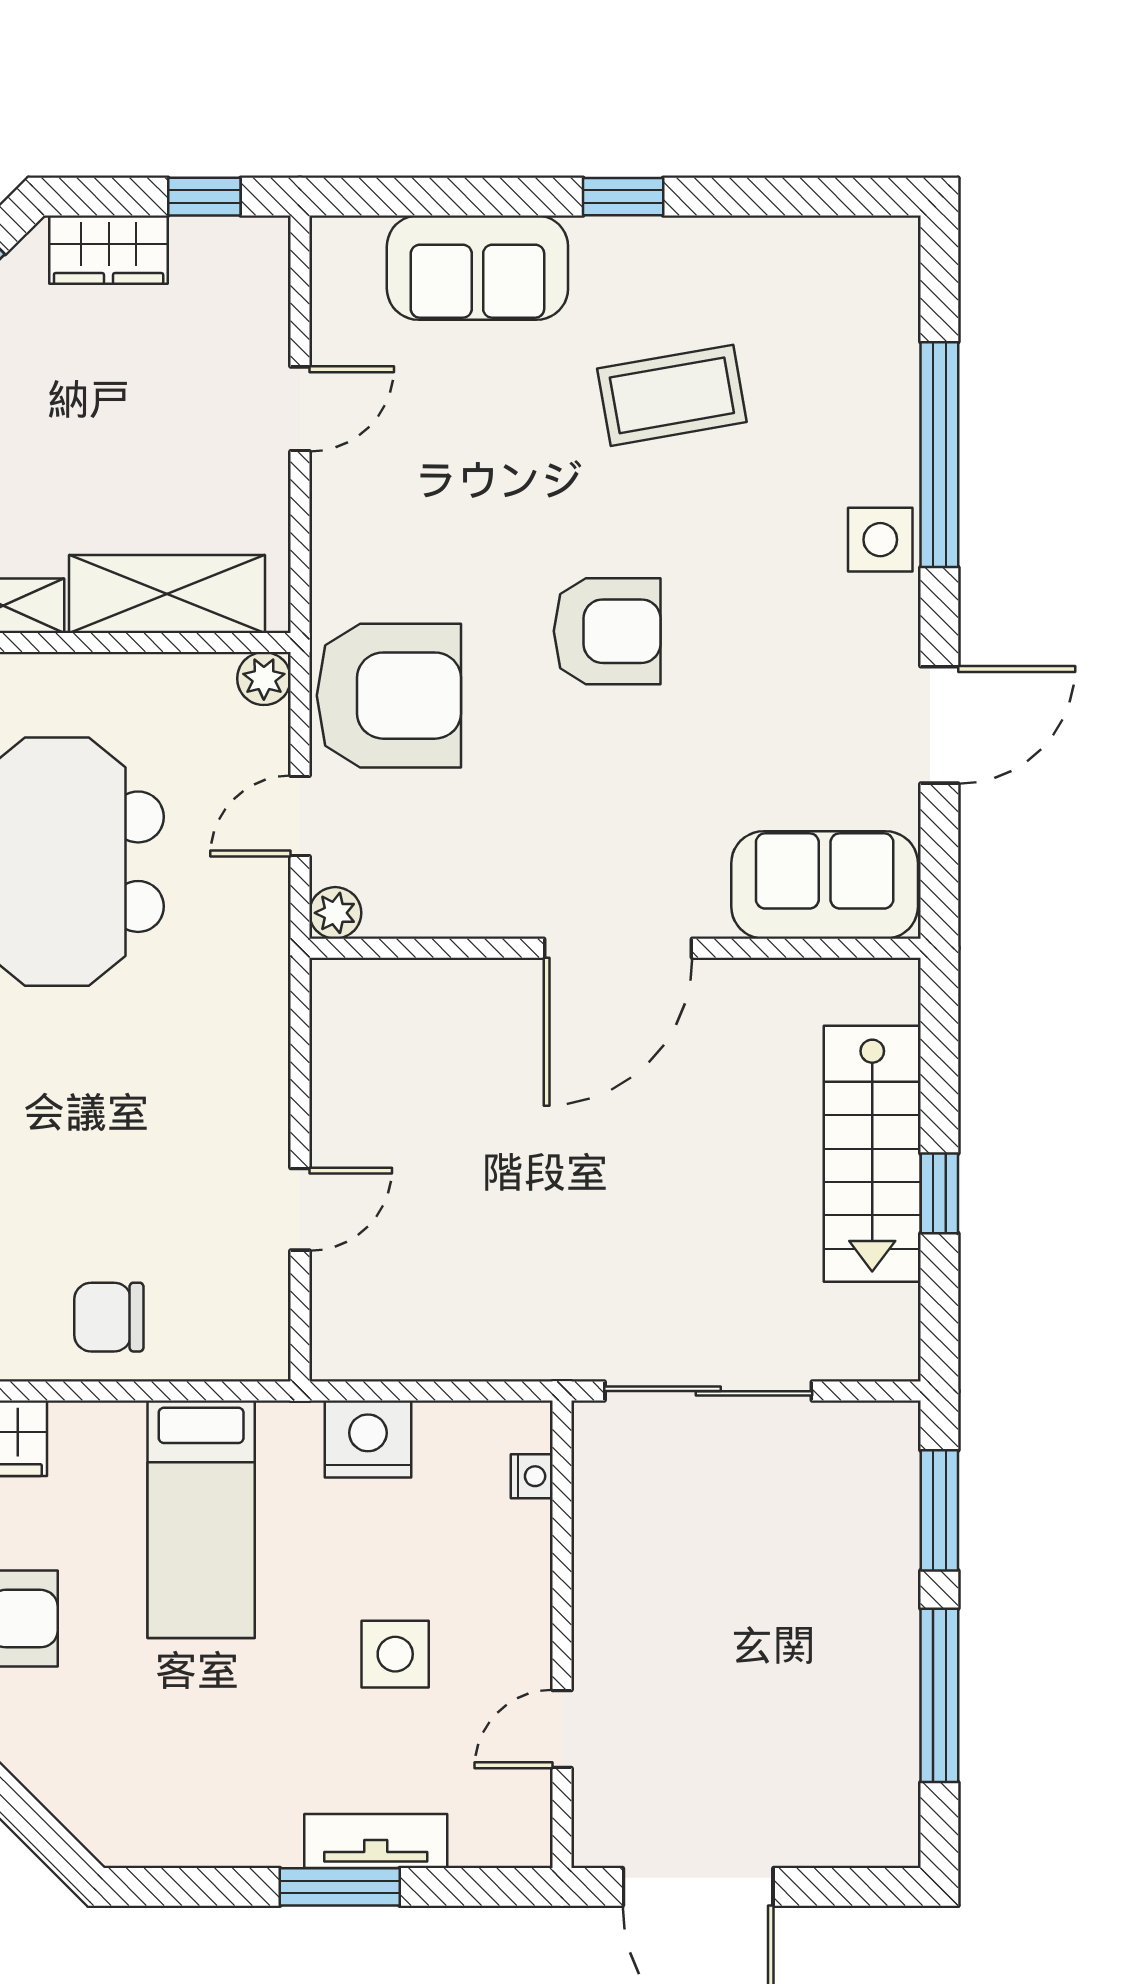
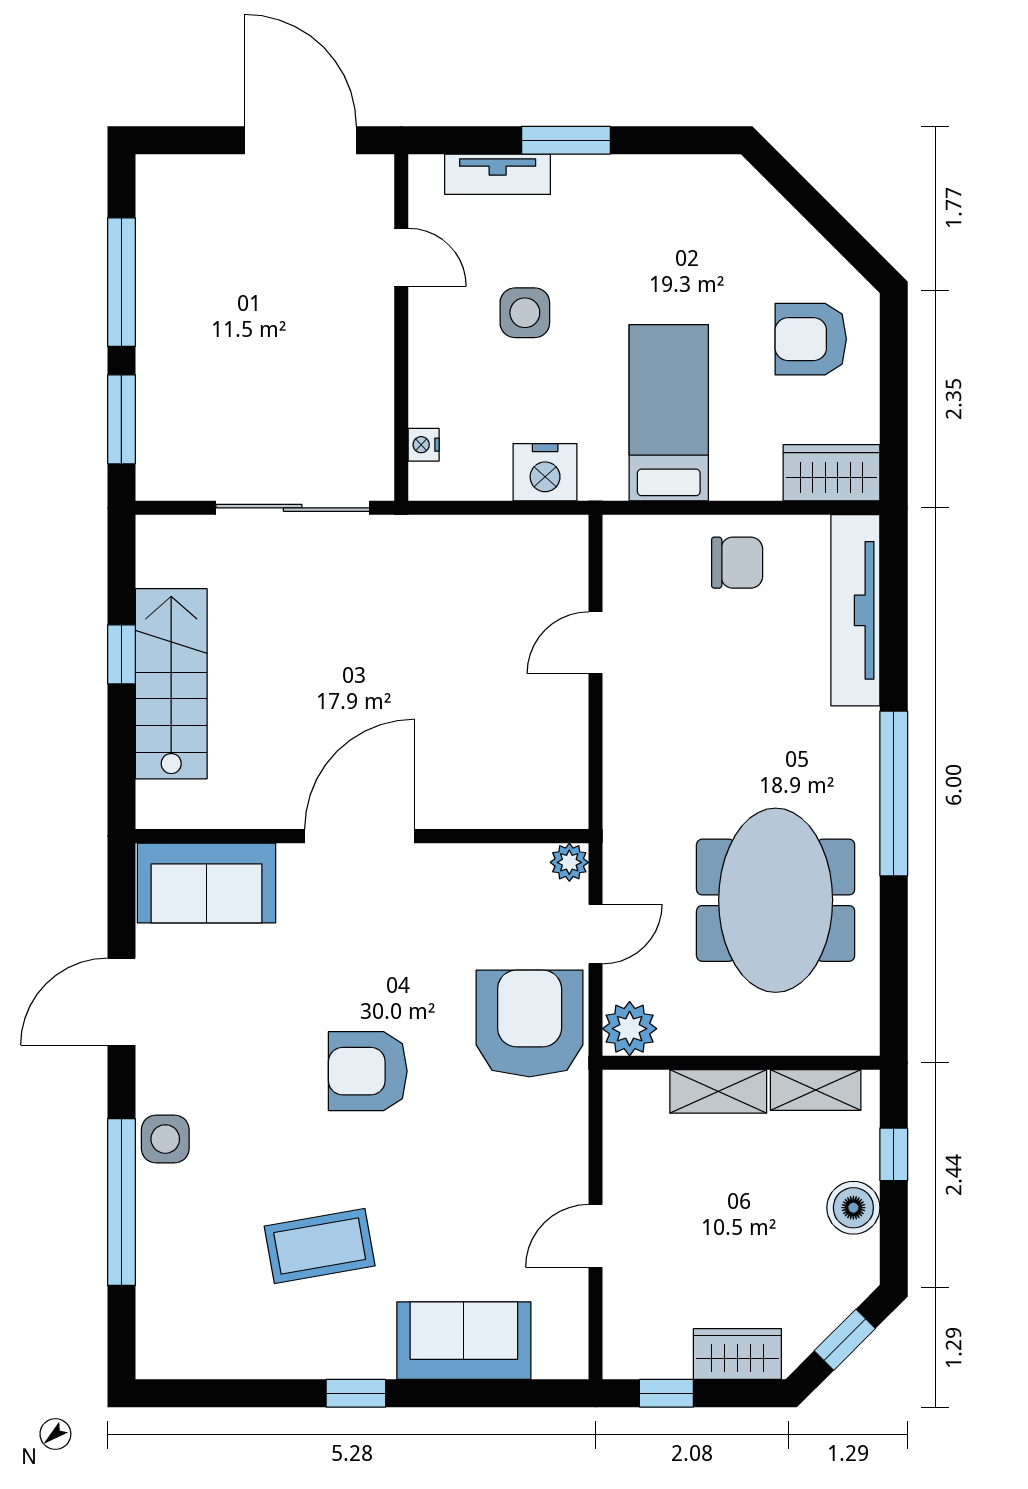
shelving: (167, 594) -> (718, 1091), width x0.67, depth x0.75
plant: (264, 679) -> (630, 1029), width x1.38, depth x1.38
armchair: (389, 696) -> (530, 1023), turned 90
door: (562, 1729) -> (401, 257), hinge flipped
tv unit: (376, 1841) -> (498, 174), moved

